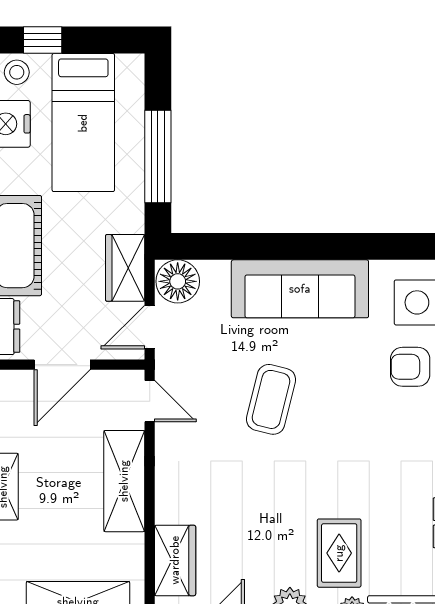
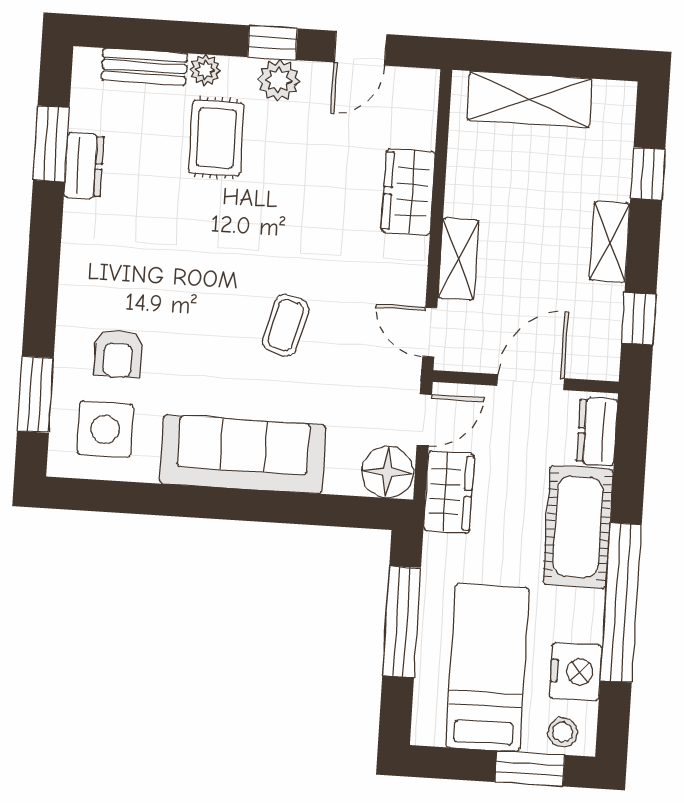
window: (43, 40) -> (530, 769), width x1.50
armchair: (410, 367) -> (118, 354), turned 90
coffee table: (271, 399) -> (286, 325), width x0.73, depth x0.77
shelving: (124, 481) -> (458, 259), width x0.67, depth x0.75
wardrobe: (175, 560) -> (408, 192), moved

